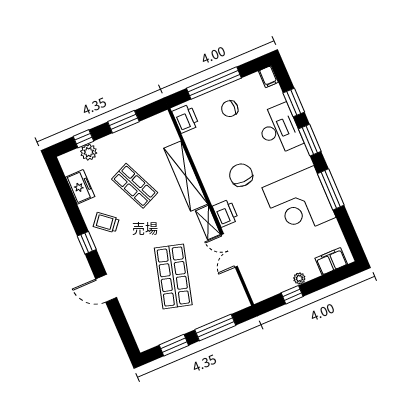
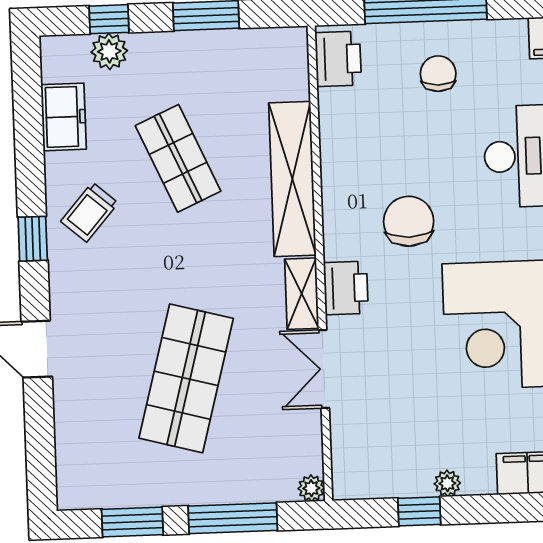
chair: (230, 109) -> (438, 74), turned 91
trolley: (106, 223) -> (89, 212), turned -88
plant: (243, 302) -> (311, 488), added

